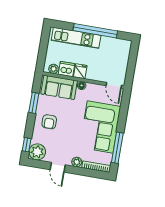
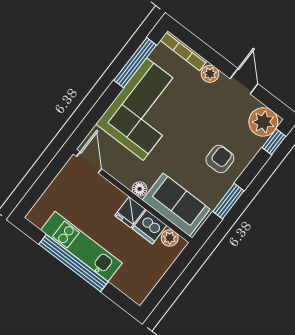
kitchen unit: (76, 38) -> (81, 246), moved

